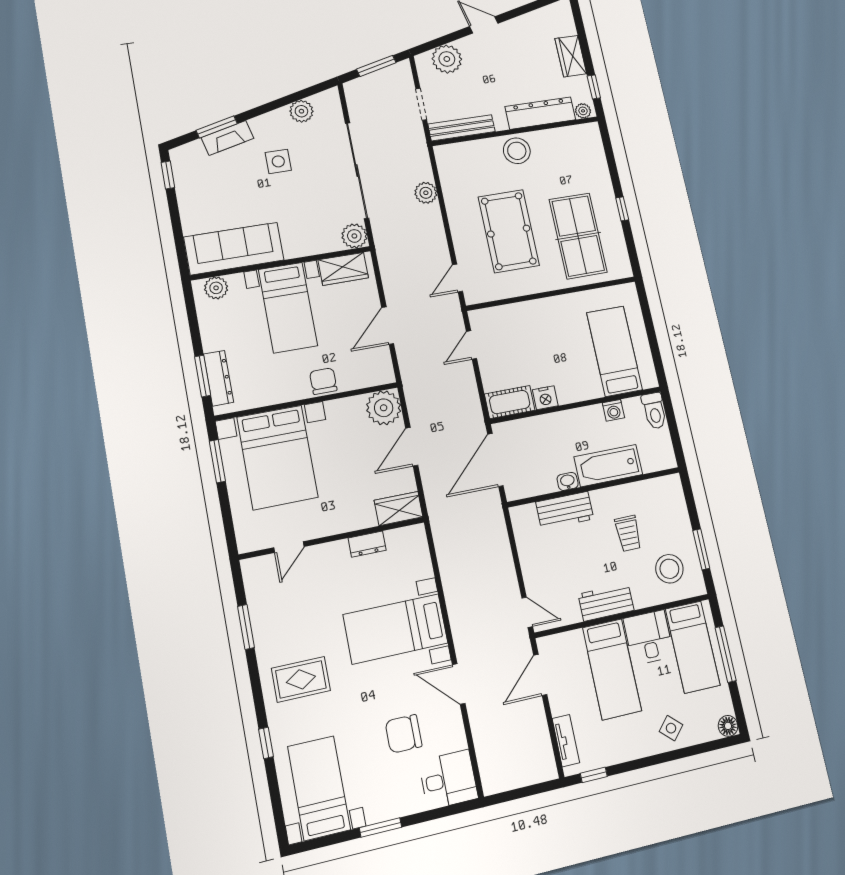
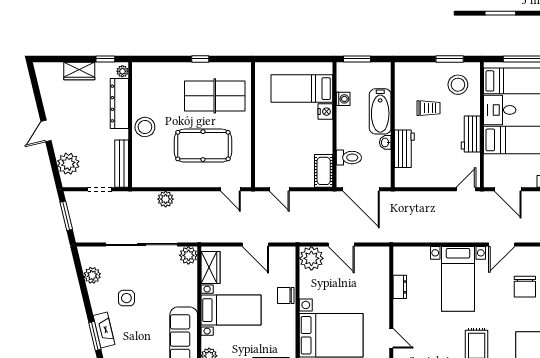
nightstand: (545, 398) -> (325, 112), moved
toilet: (654, 411) -> (349, 158), moved
window: (671, 419) -> (357, 59), added
wardrobe: (399, 509) -> (381, 262), removed

